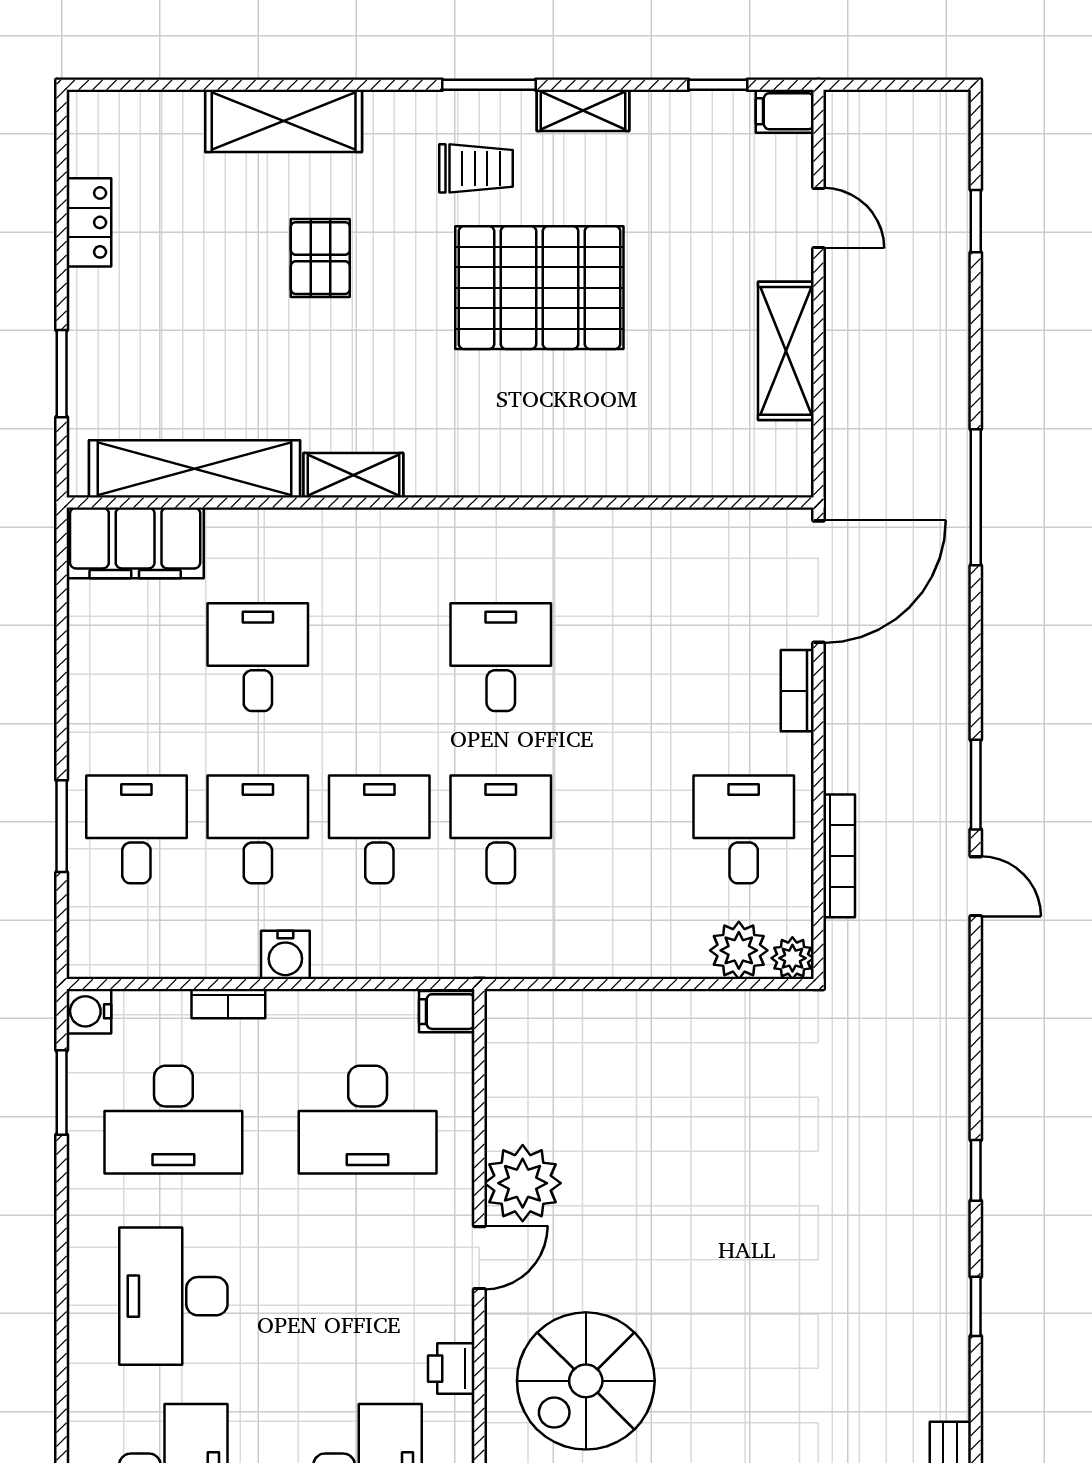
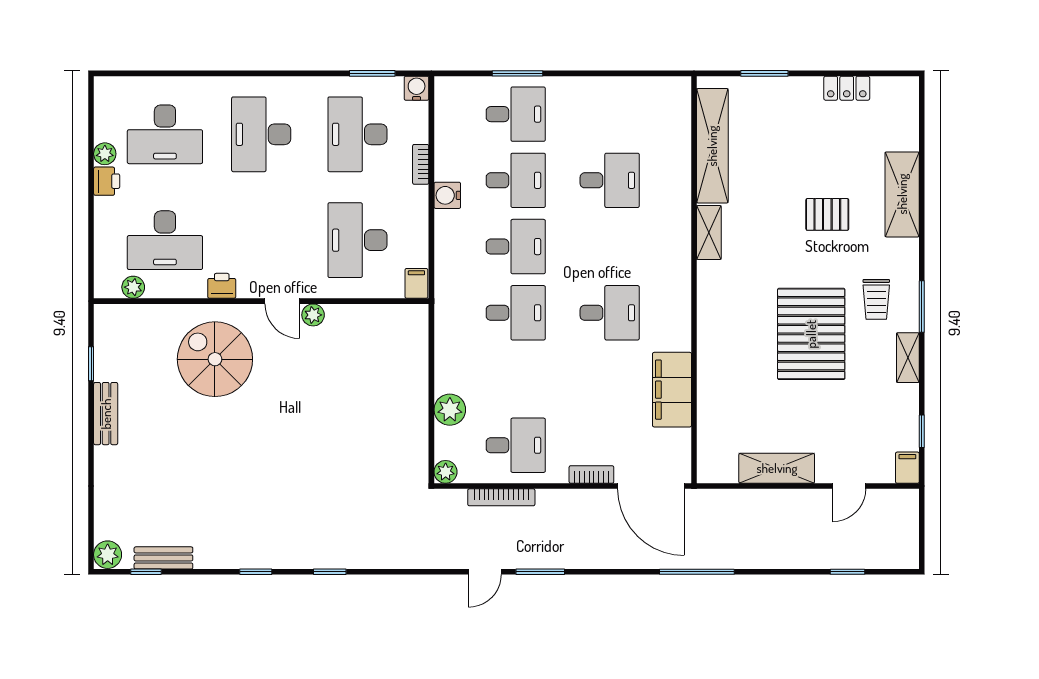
filing cabinet: (135, 543) -> (672, 390), moved
plant: (739, 950) -> (450, 410), moved
plant: (523, 1183) -> (313, 315), width x0.53, depth x0.53
desk: (173, 1296) -> (261, 134), turned -90

